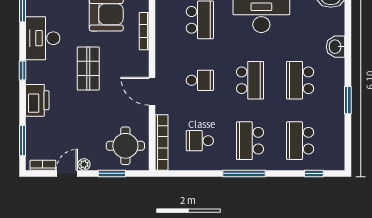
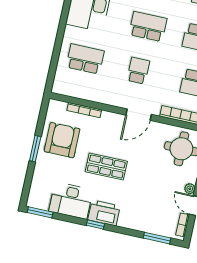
printer: (37, 100) -> (104, 213), moved

